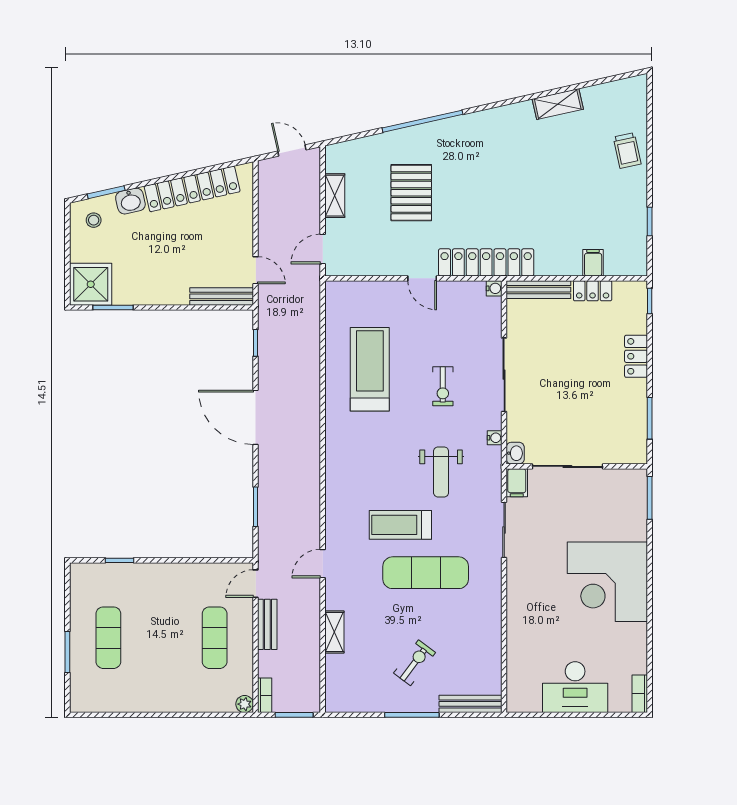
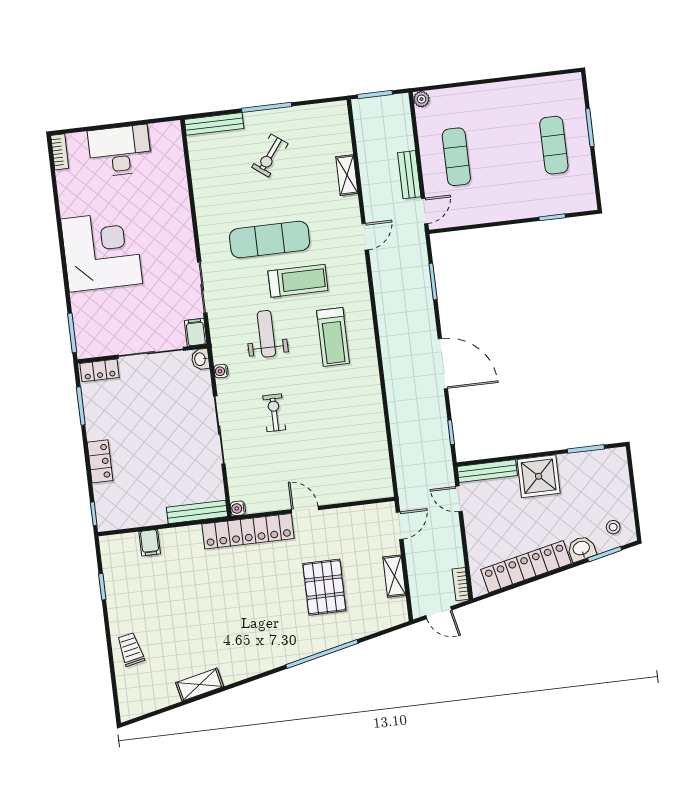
shower: (91, 284) -> (539, 476), moved
locker: (593, 291) -> (99, 370), moved, turned 180
treadmill: (370, 369) -> (333, 337), moved, width x0.73, depth x0.73
bookcase: (265, 695) -> (461, 584), moved

